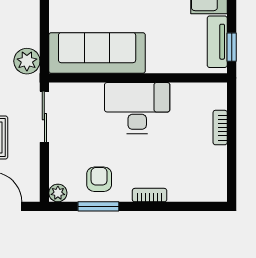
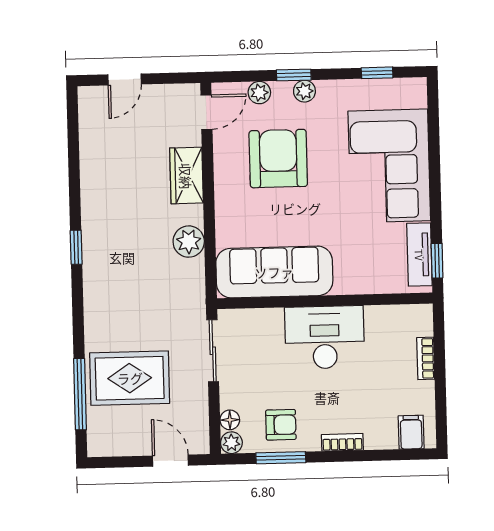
plant: (27, 61) -> (189, 242), moved
floor lamp: (57, 174) -> (230, 420), added
armchair: (99, 179) -> (281, 425), turned 90
filing cabinet: (207, 188) -> (411, 432), added

